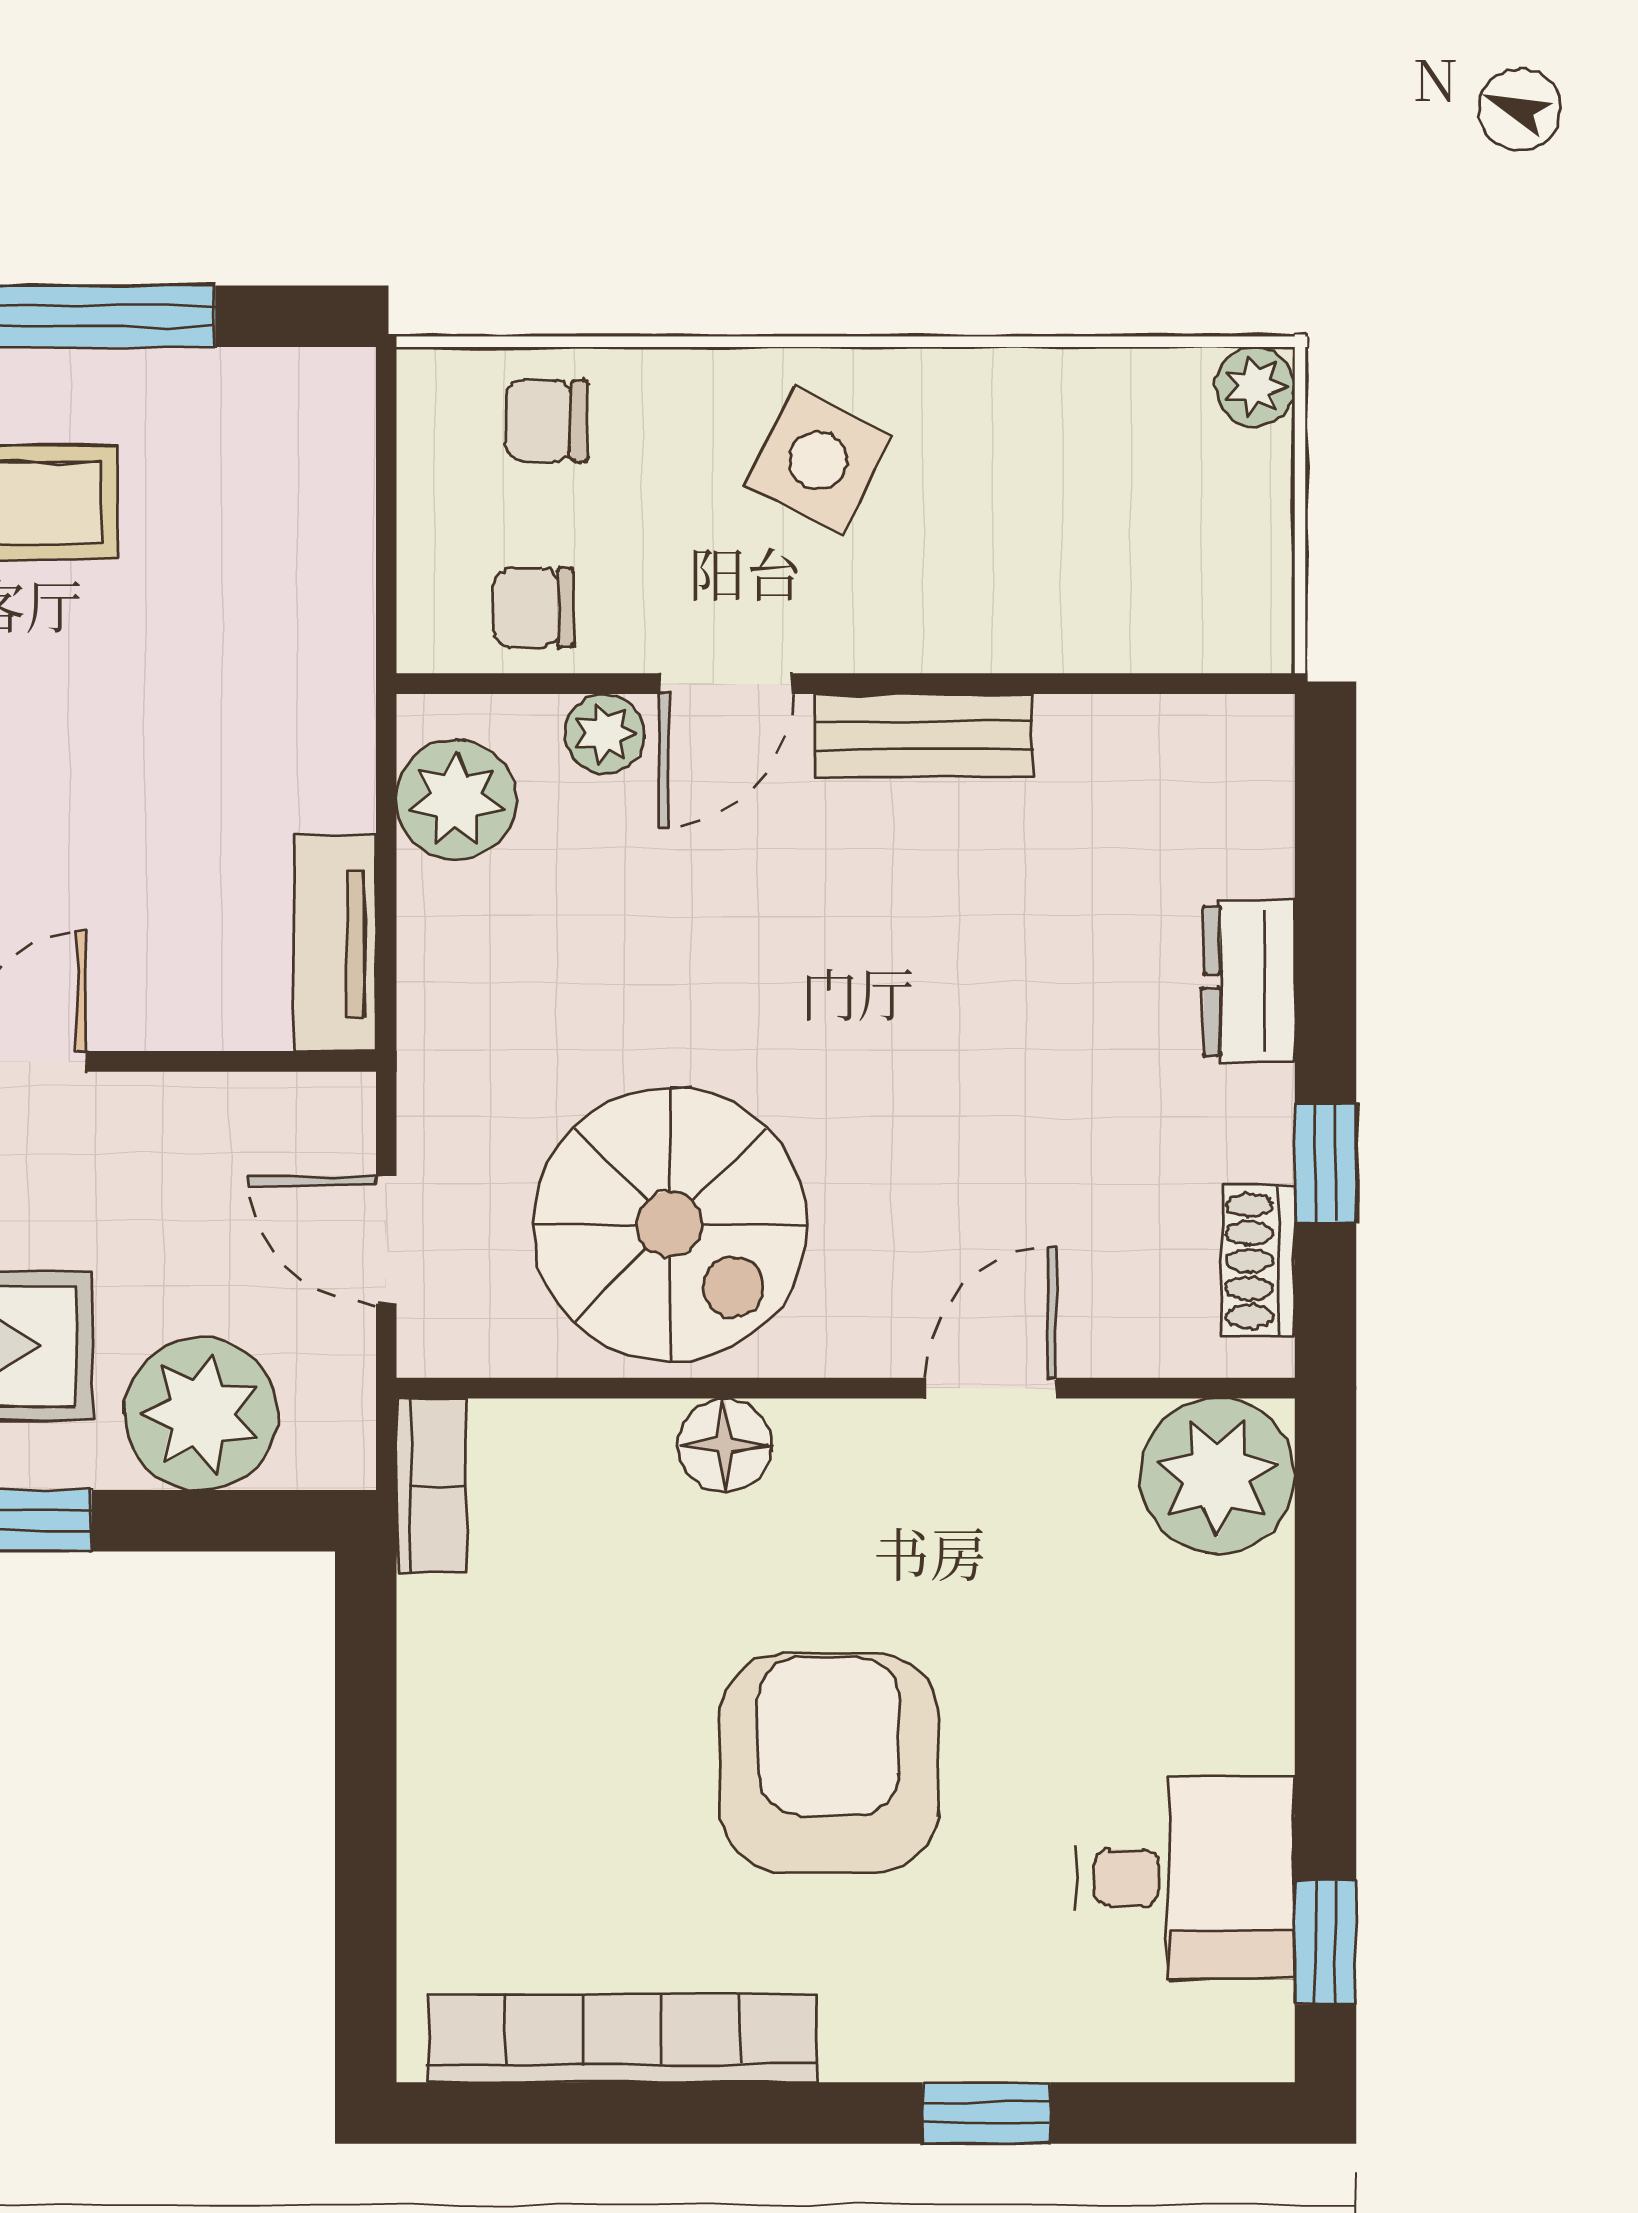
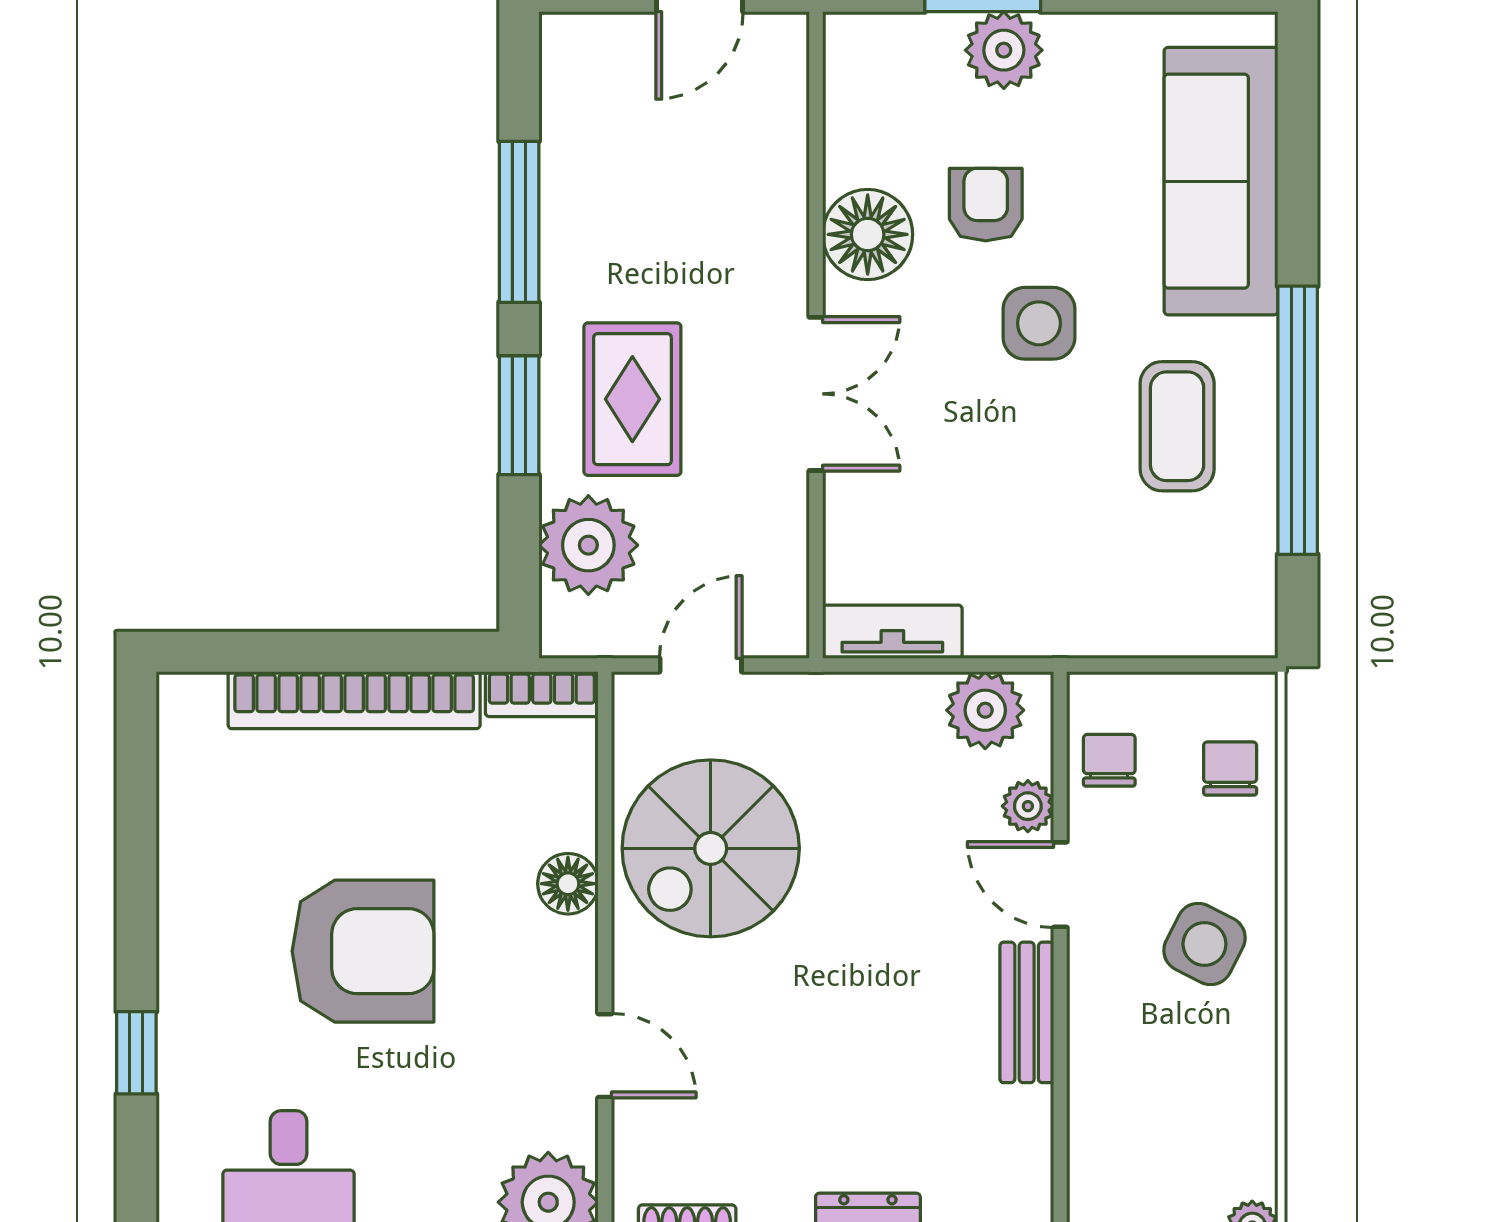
bookcase: (623, 2038) -> (354, 700), moved, turned 90

